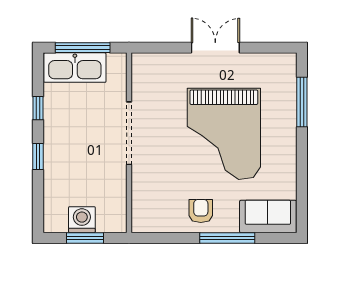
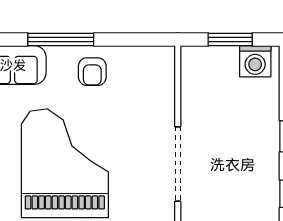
washing machine: (82, 220) -> (255, 61), moved

